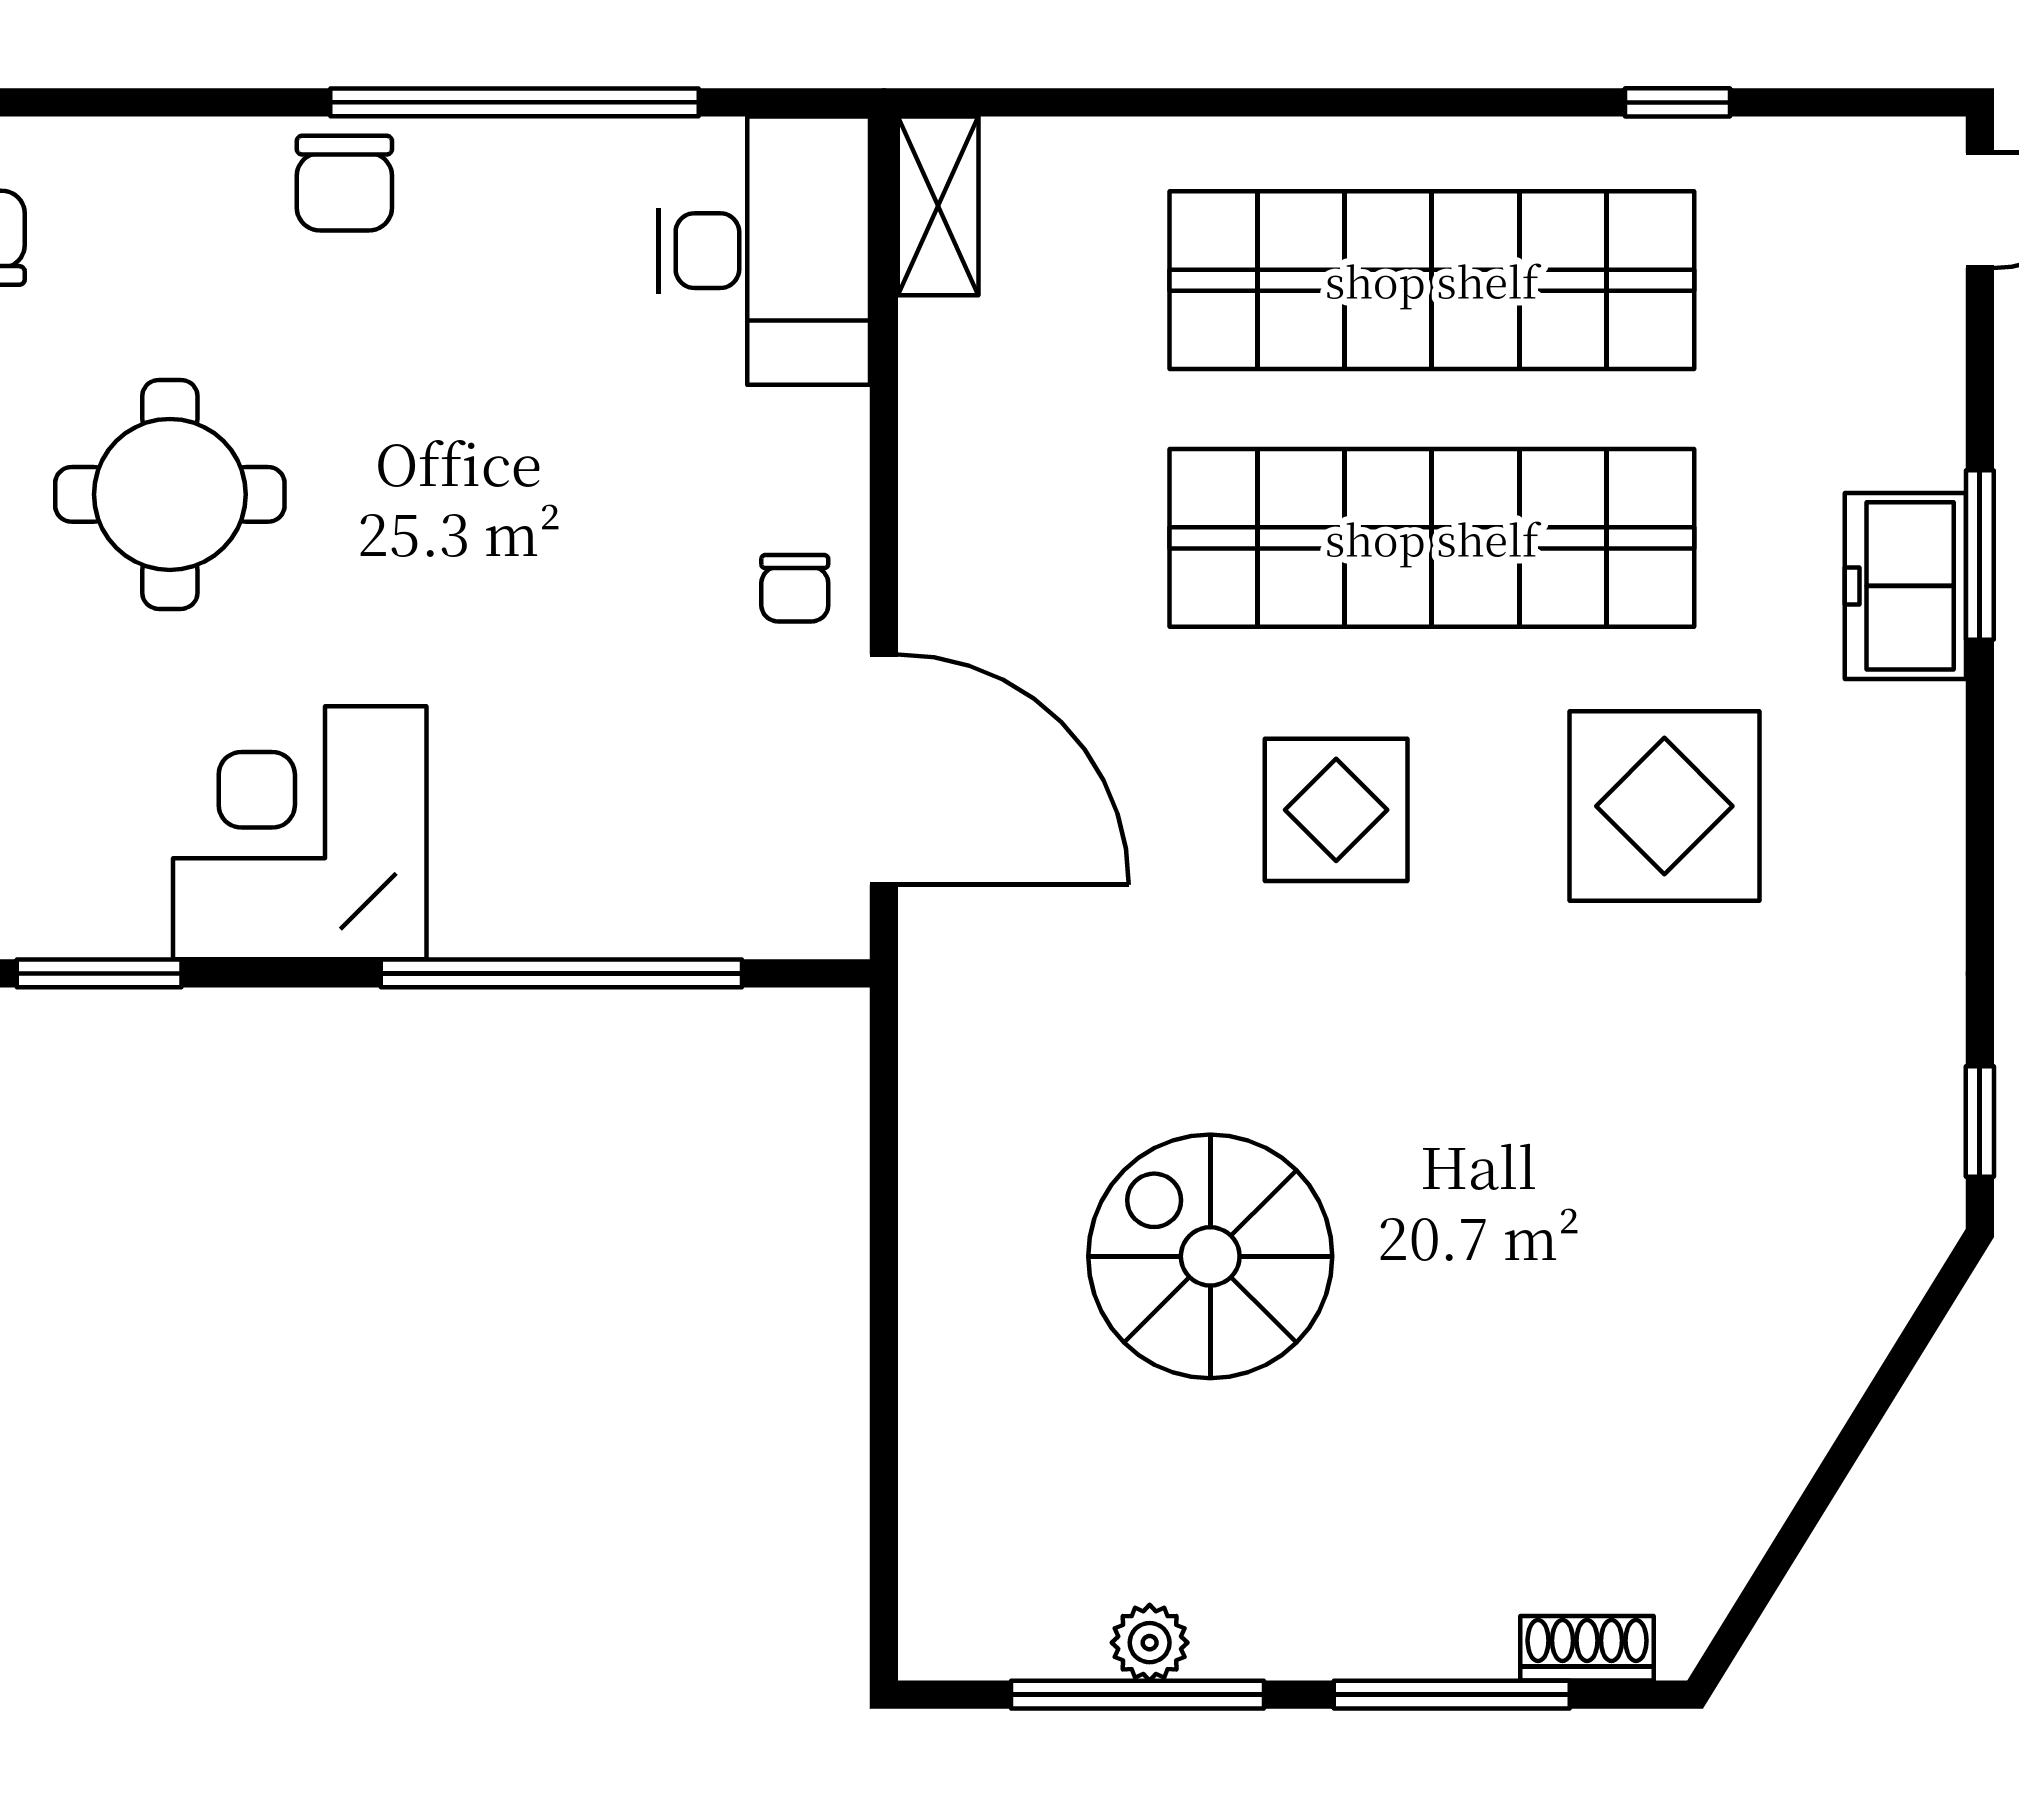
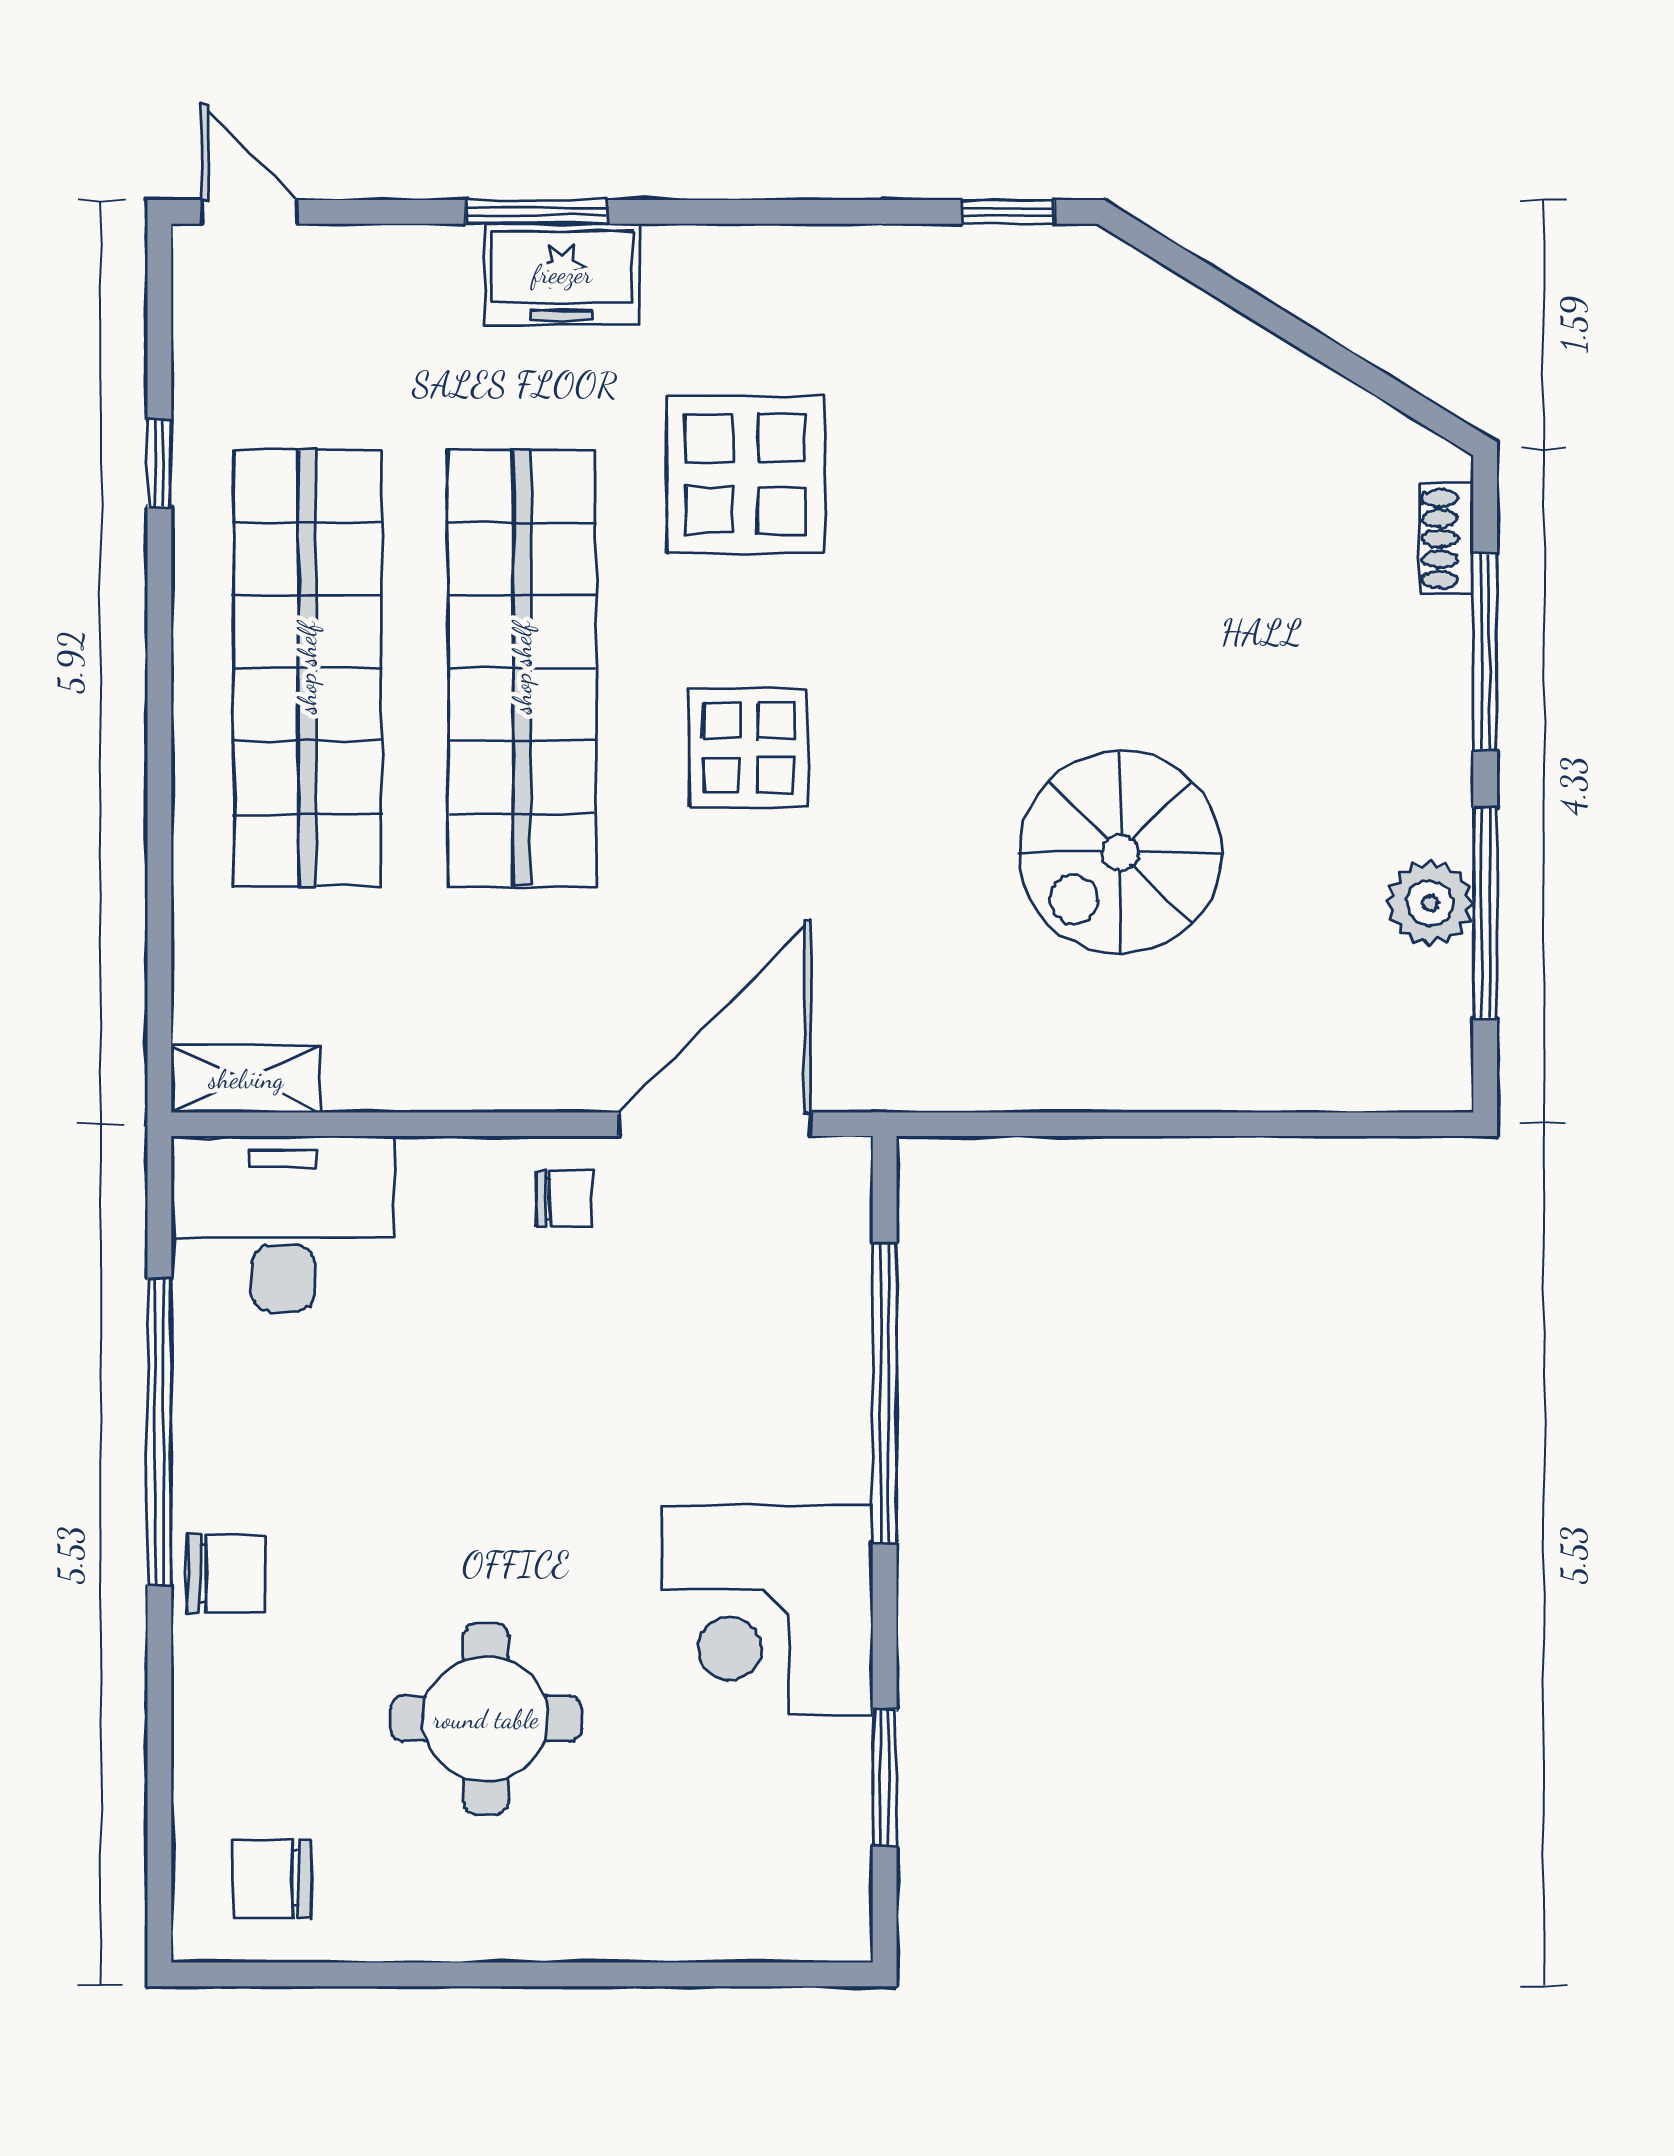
plant: (1150, 1643) -> (1430, 903), width x1.38, depth x1.38

